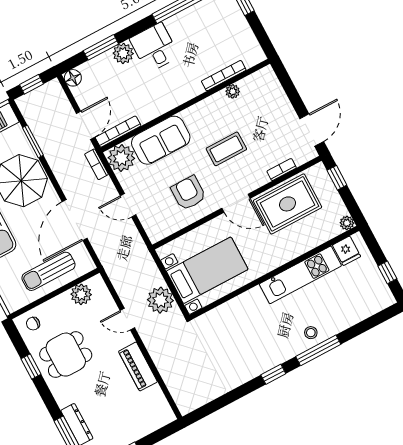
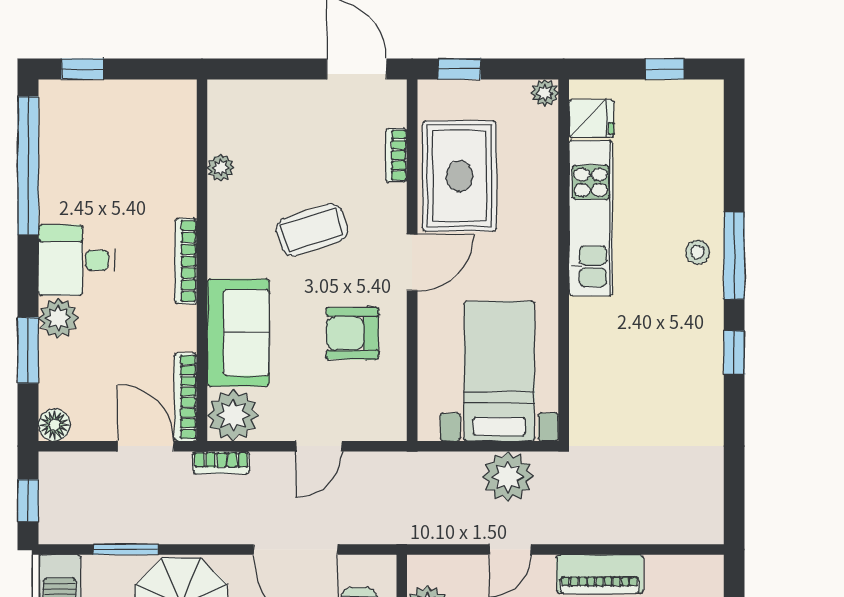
bookcase: (224, 76) -> (186, 261), moved
coffee table: (226, 149) -> (312, 230), turned 72

